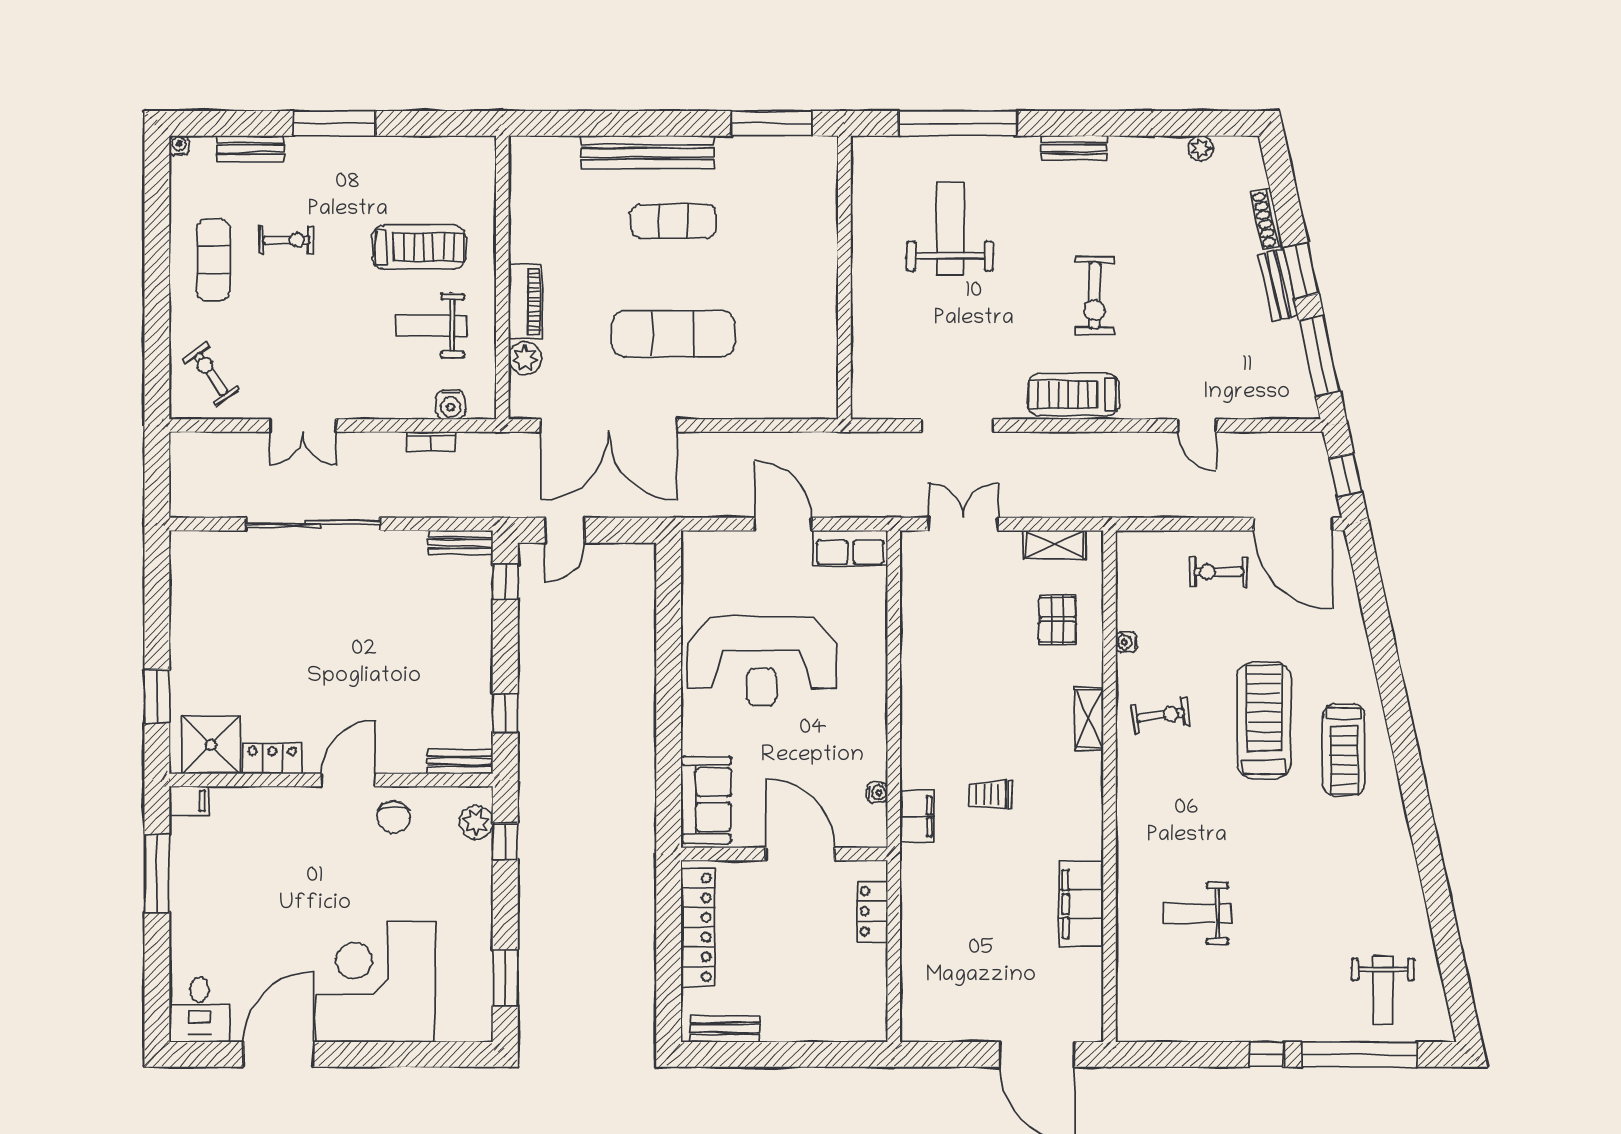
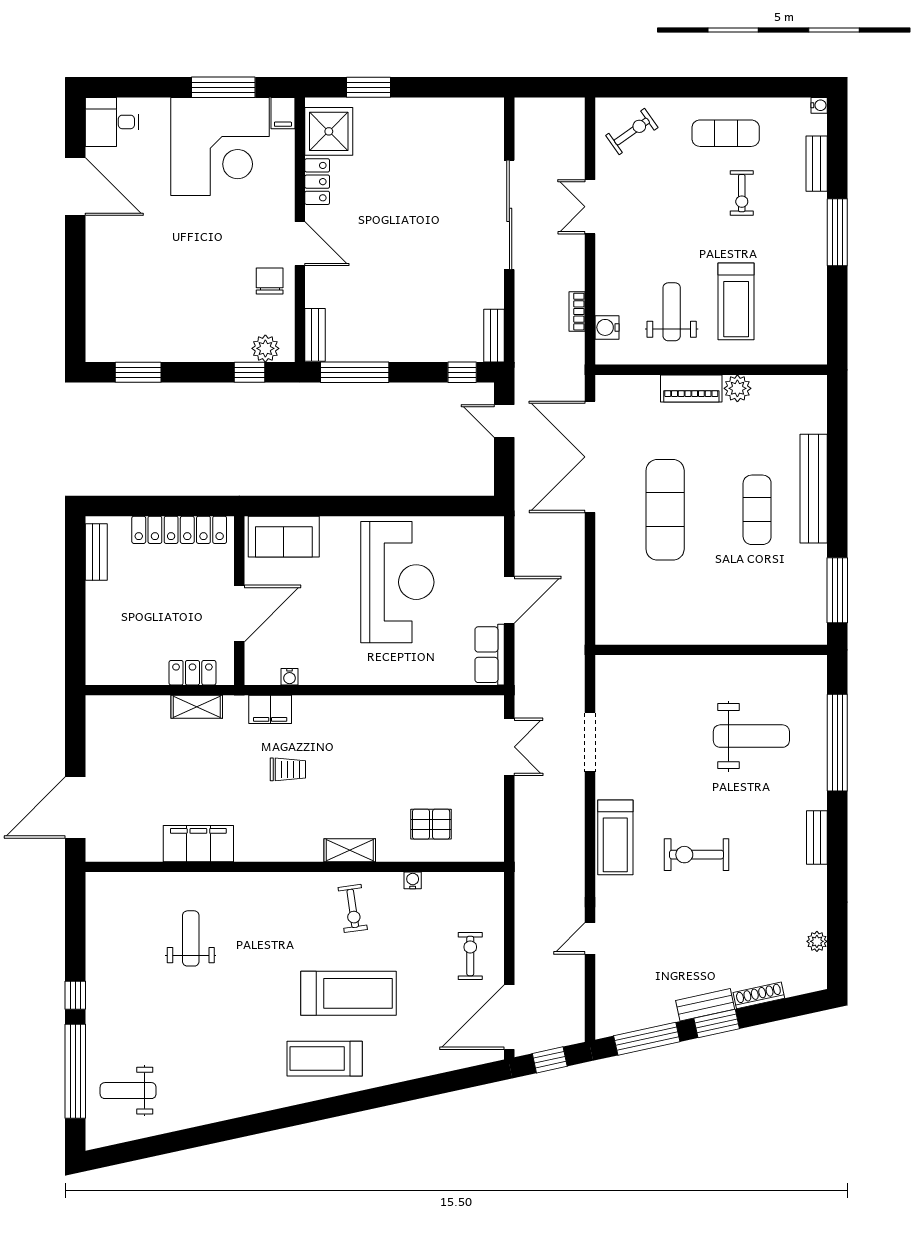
plant: (525, 358) -> (737, 388), moved
treadmill: (1073, 395) -> (615, 837), turned 180
shelving: (1055, 544) -> (197, 707), moved, turned 90
reception desk: (762, 661) -> (397, 582), turned 180
window: (505, 713) -> (355, 372), width x2.17
trolley: (990, 795) -> (288, 769), turned 90
chair: (394, 817) -> (270, 281), turned 90
corner desk: (376, 982) -> (220, 146), moved, turned 90

